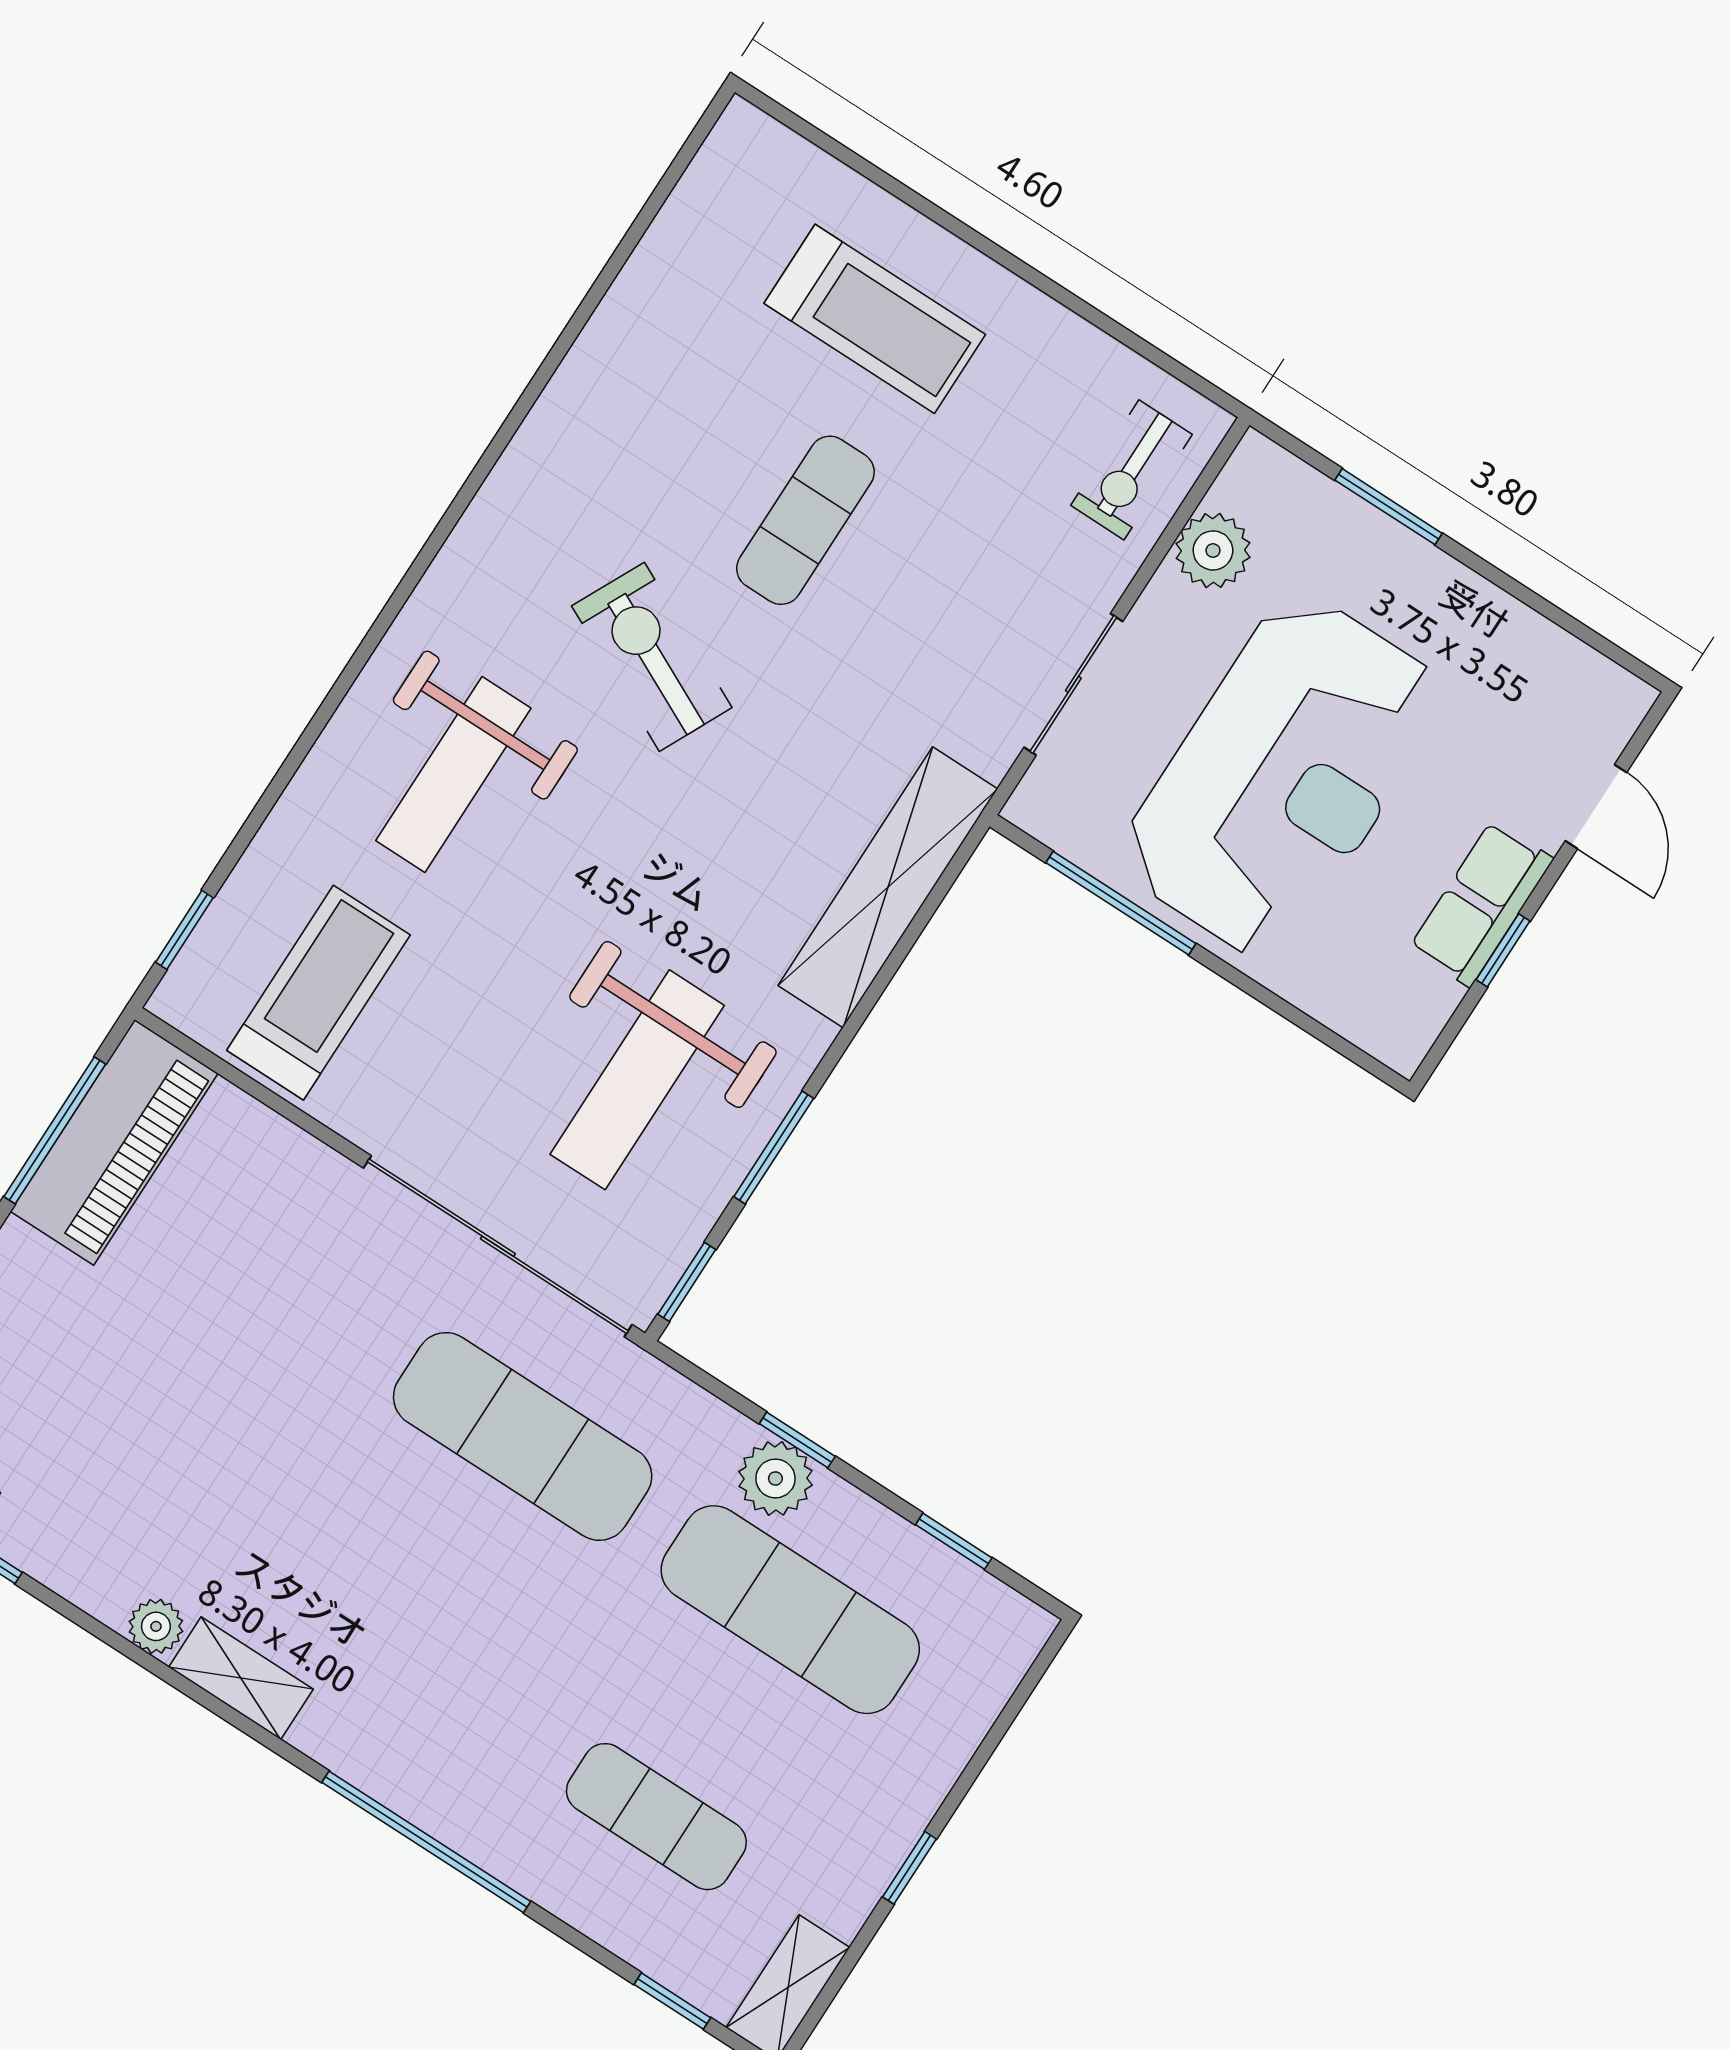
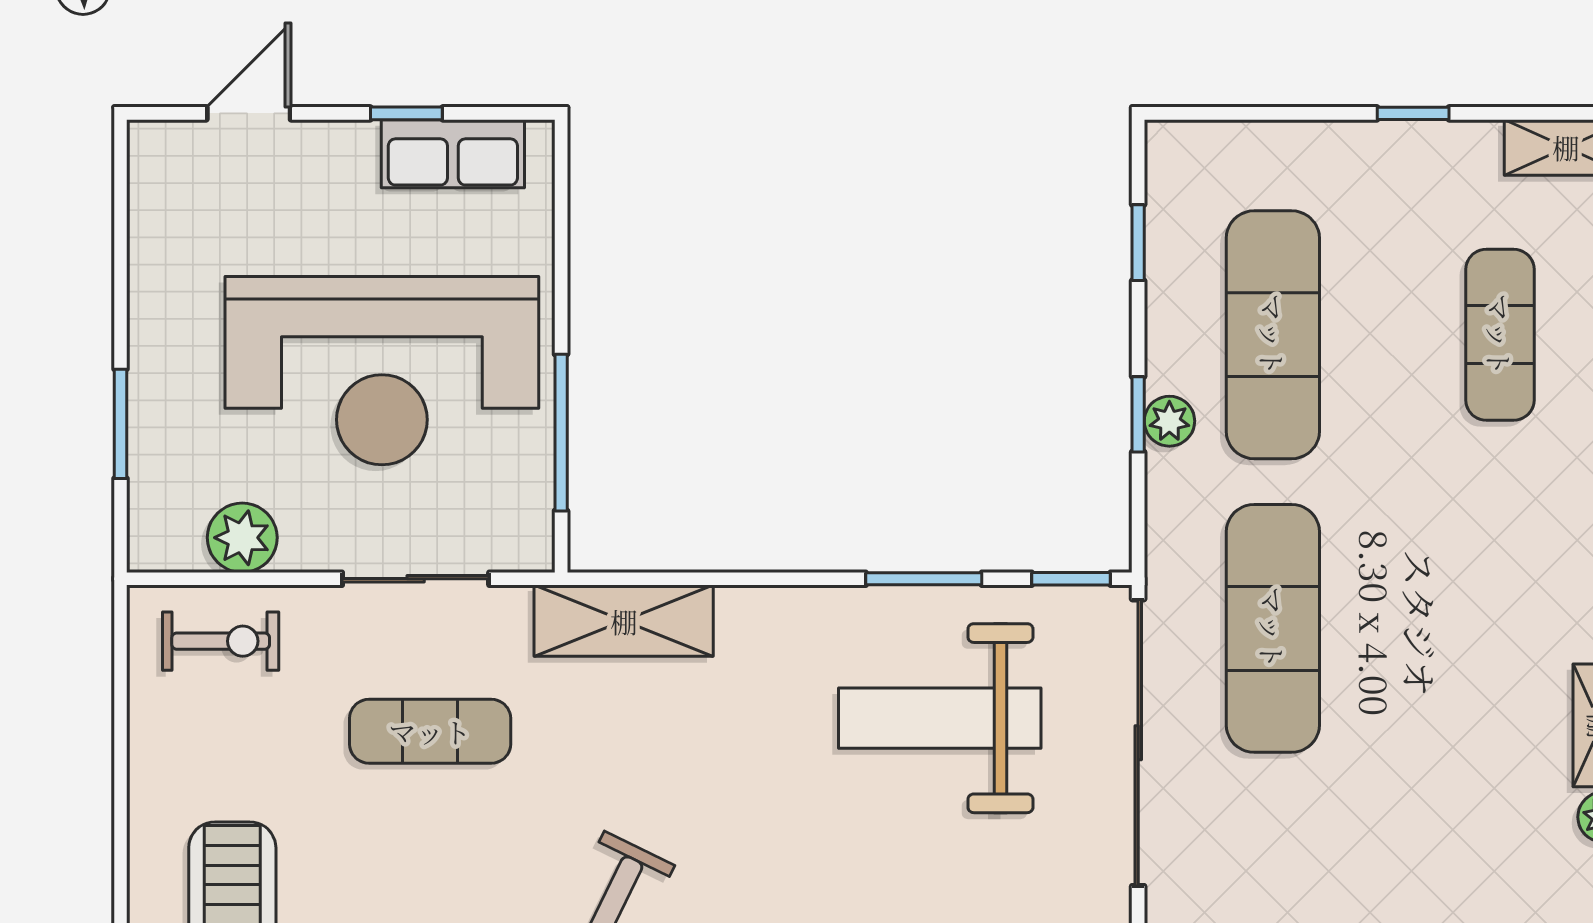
exercise mat: (805, 520) -> (430, 731), moved
reception desk: (1283, 776) -> (382, 371), turned 180
shelving: (888, 887) -> (624, 621), width x0.68
row of seats: (1481, 903) -> (453, 154), moved
weight bench: (637, 1080) -> (940, 718), turned 180
plant: (775, 1478) -> (1169, 421), width x0.73, depth x0.73

